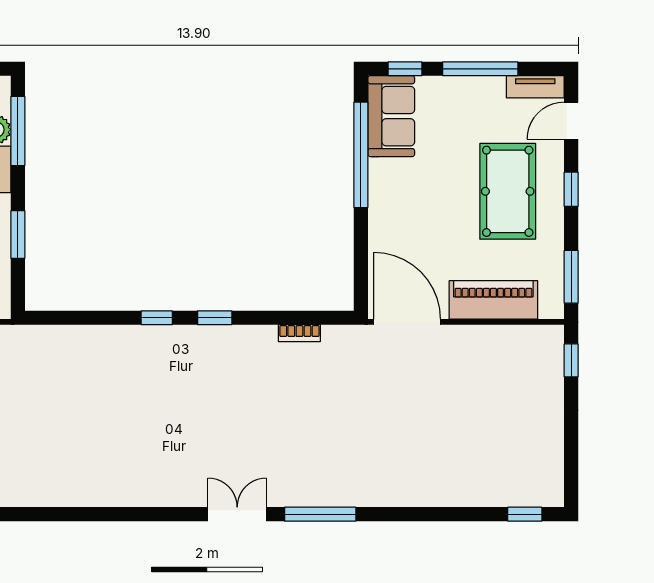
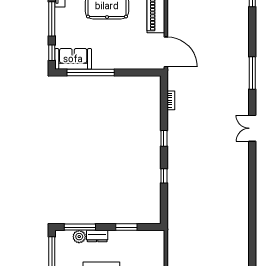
window: (157, 318) -> (164, 176), moved
door: (407, 322) -> (166, 52), swing flipped
window: (320, 514) -> (252, 73), moved

